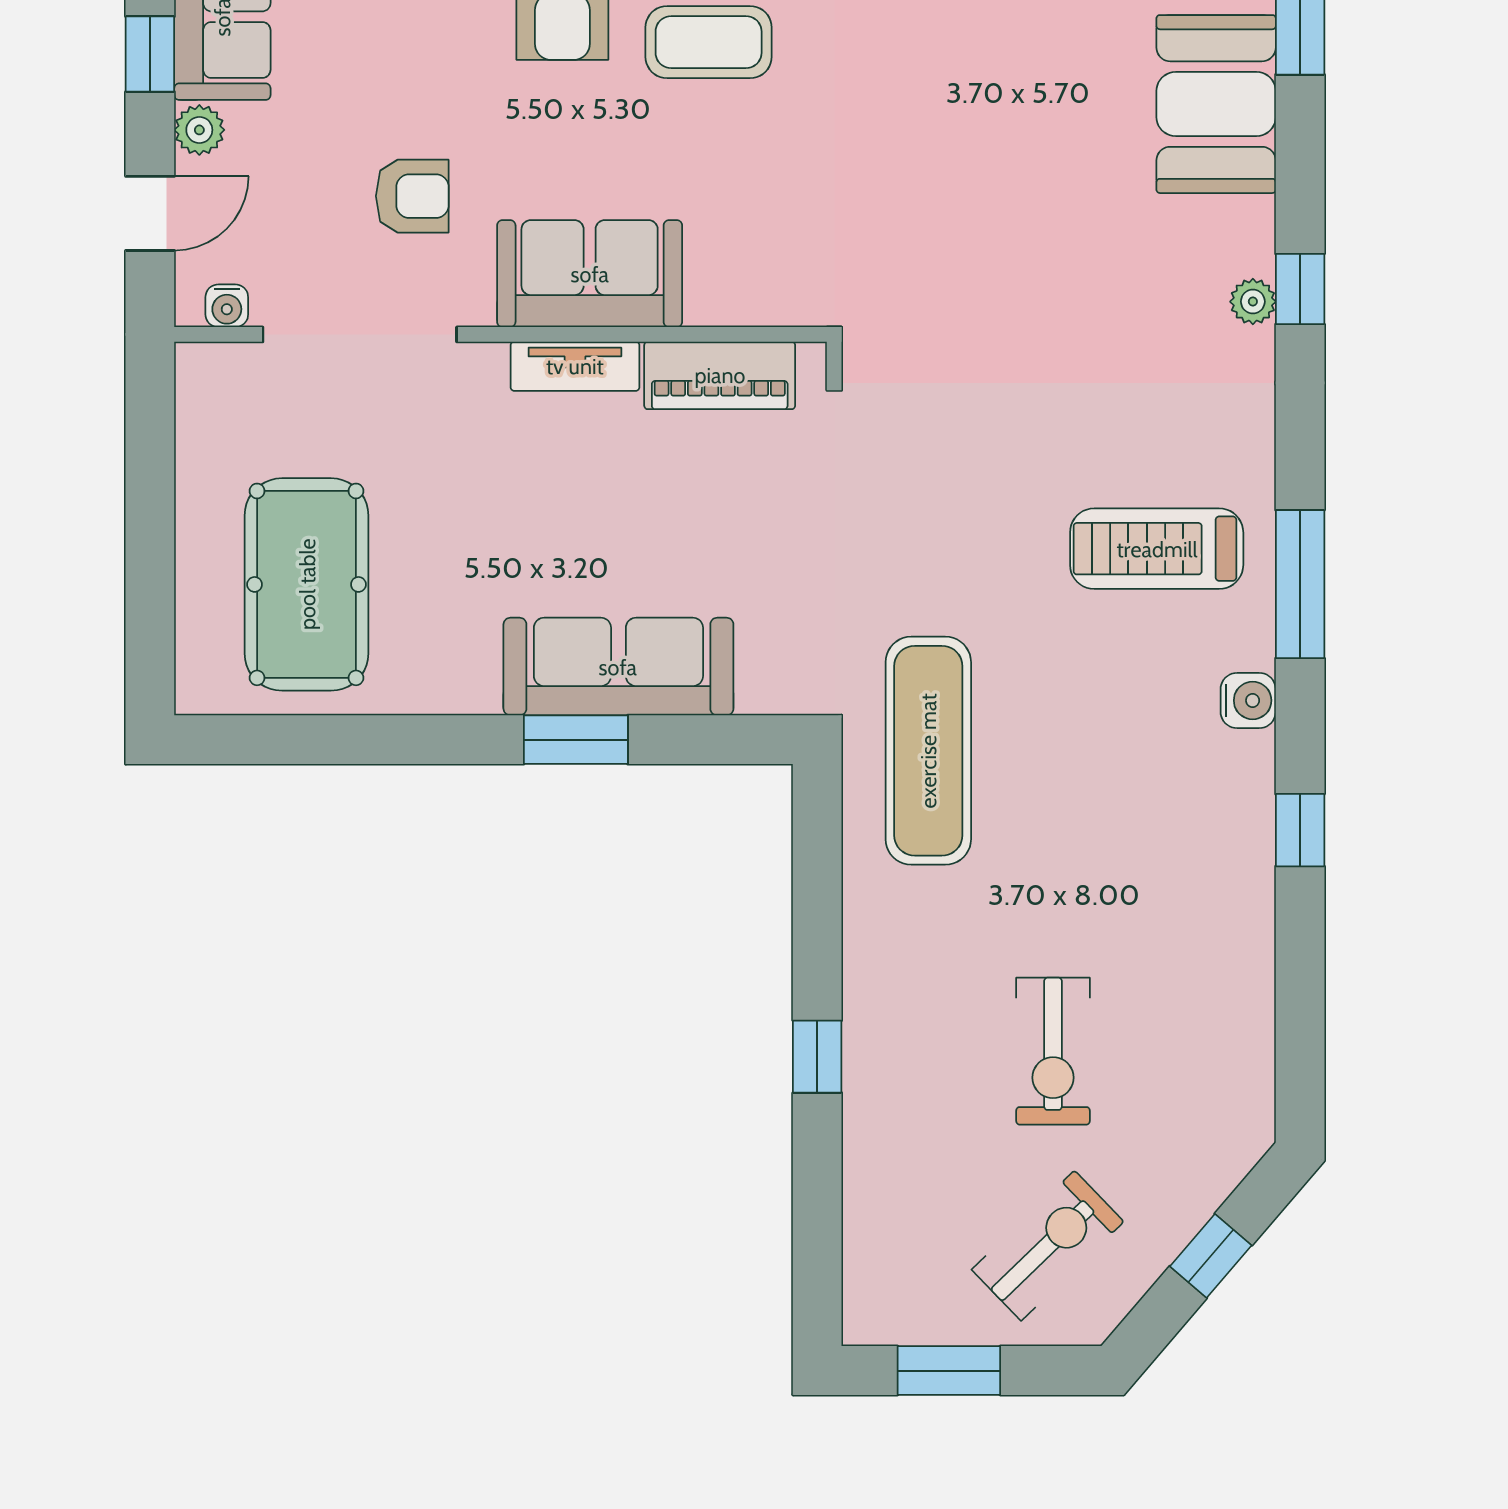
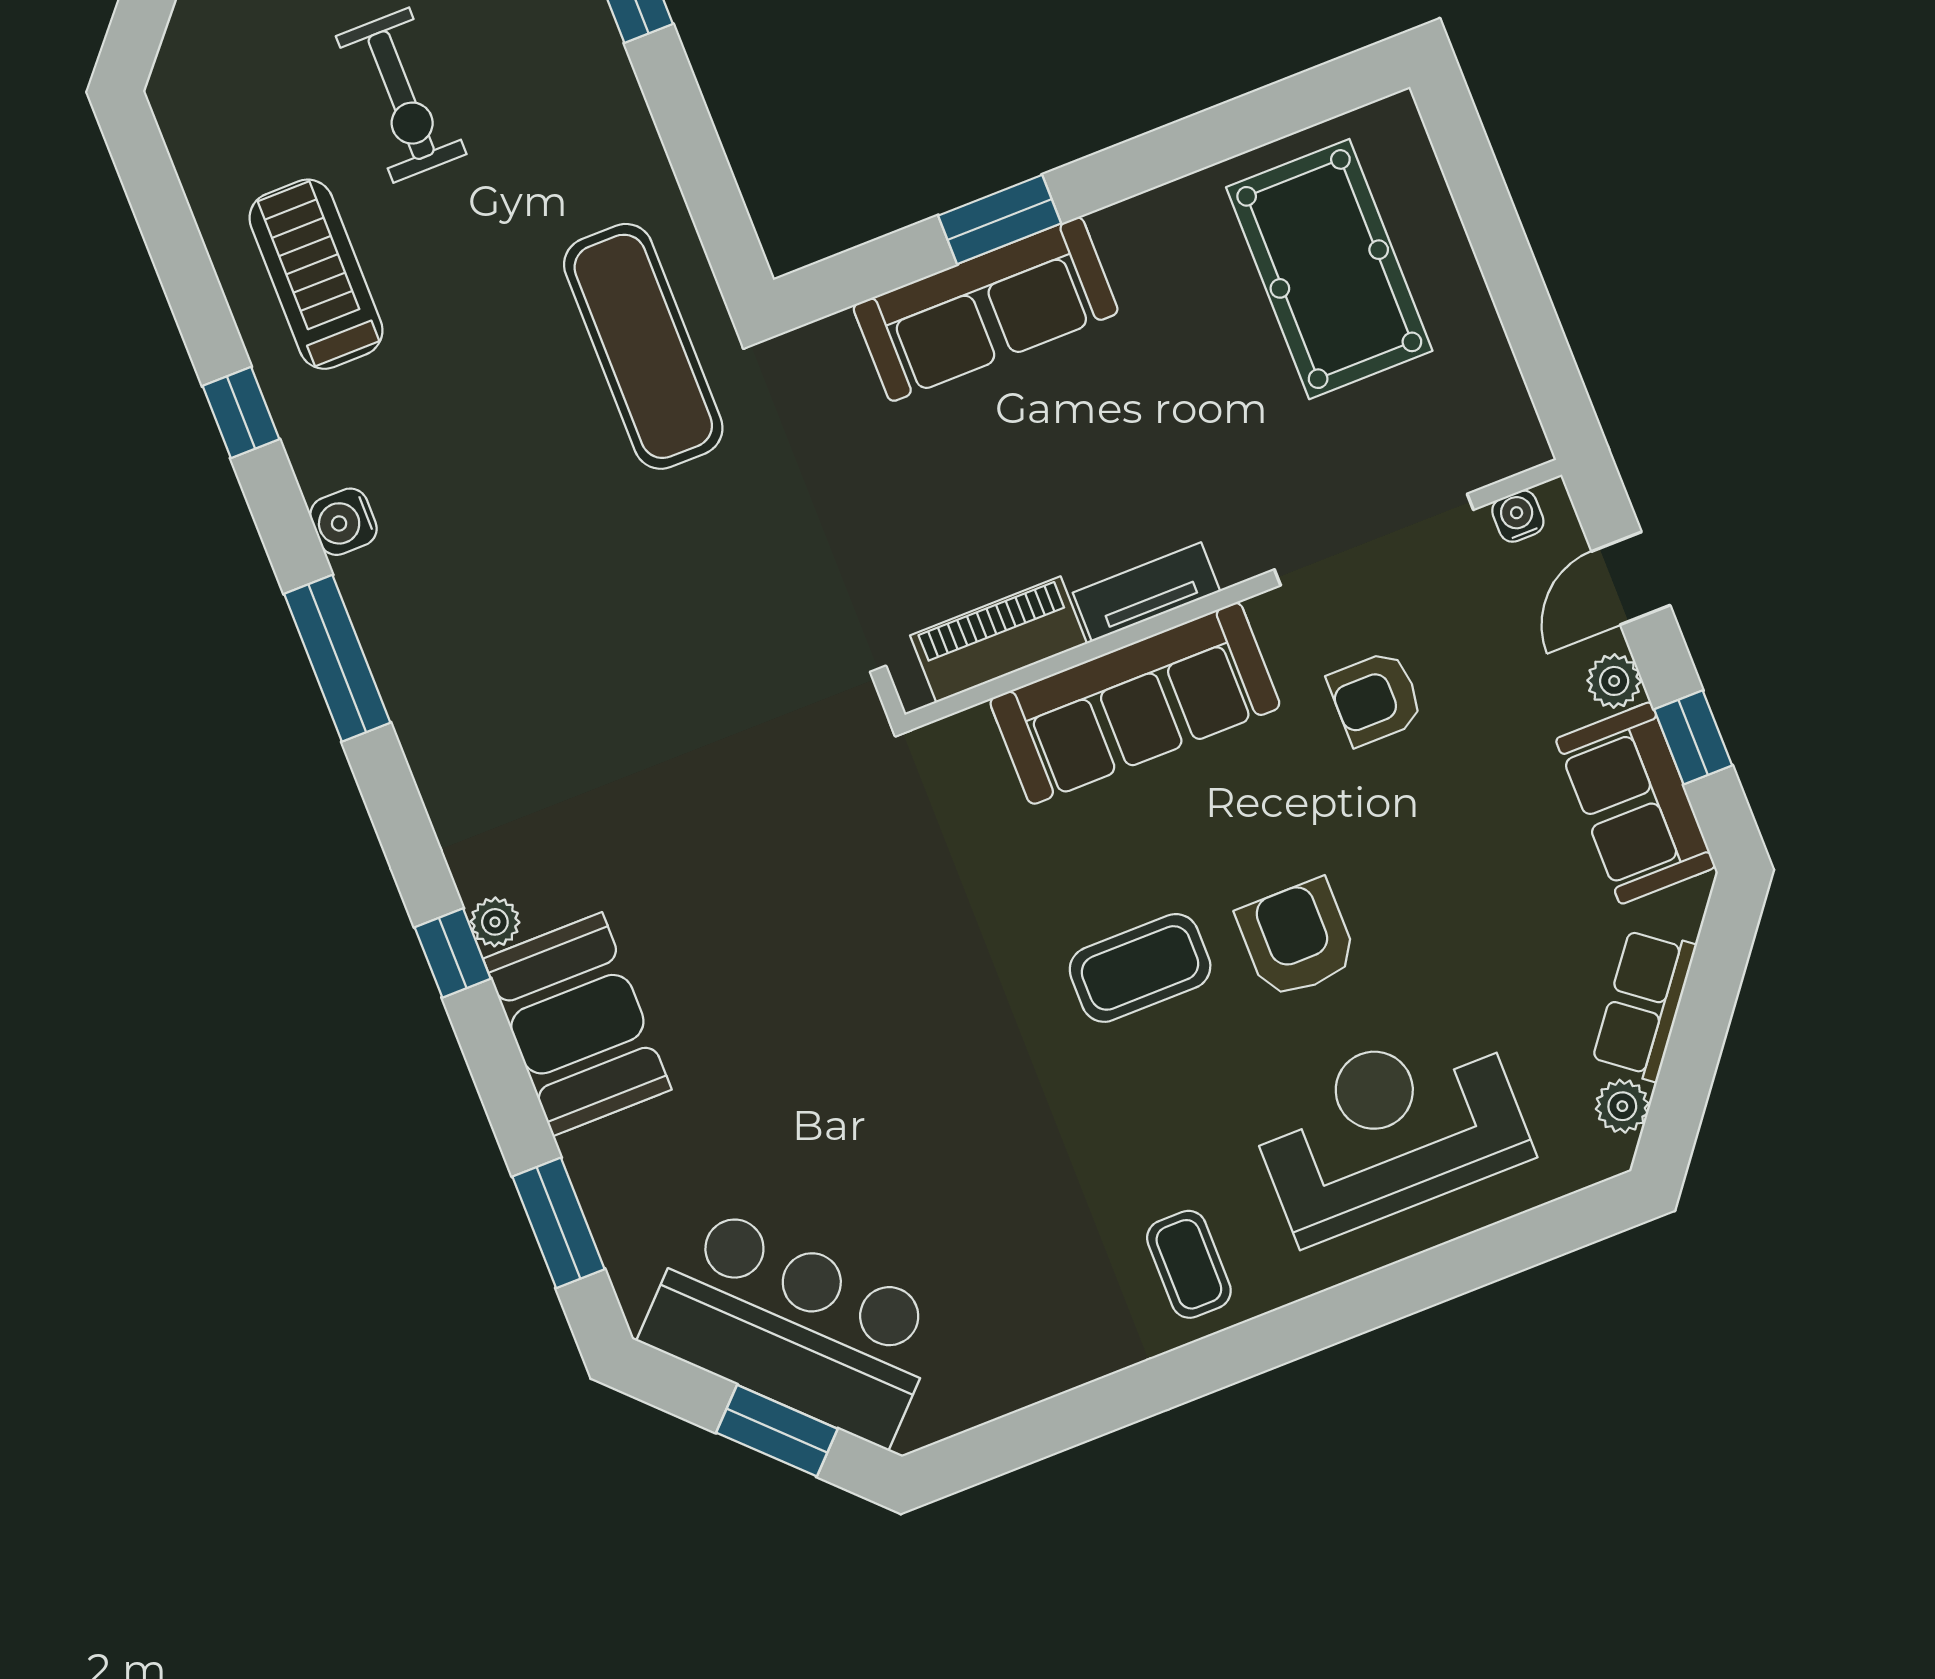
booth: (1216, 104) -> (577, 1024), moved
sofa: (590, 274) -> (1135, 703), width x1.36
treadmill: (1157, 549) -> (316, 274), moved, turned -90
exercise bike: (1053, 1051) -> (401, 95), turned 180

